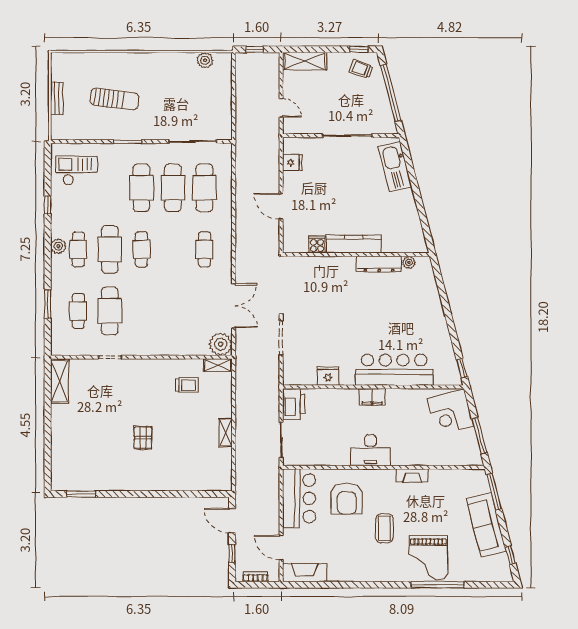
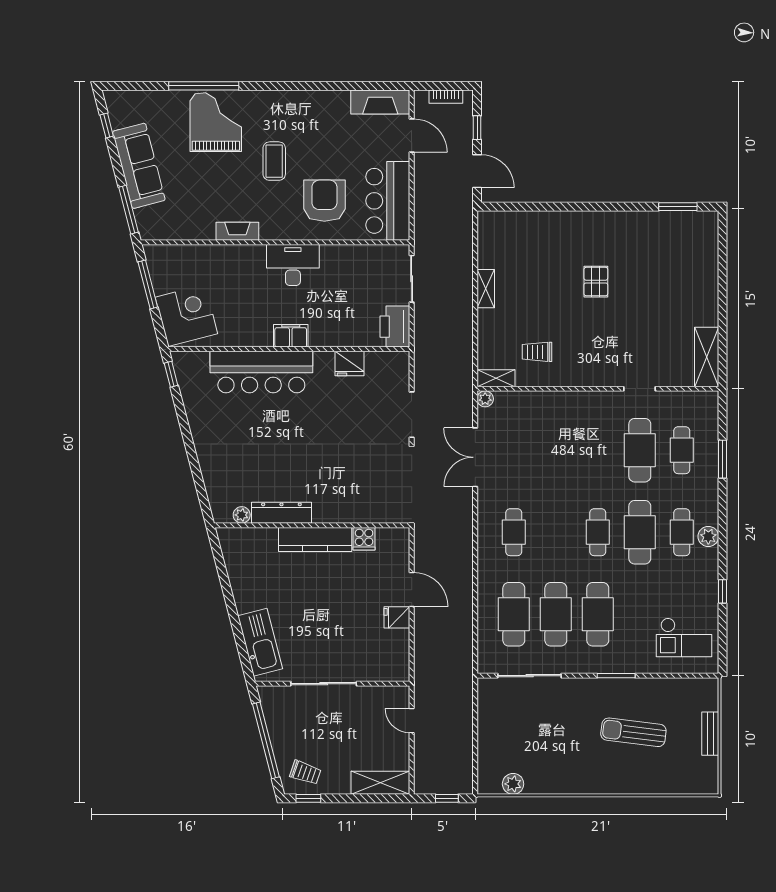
fridge: (292, 163) -> (397, 617), moved
plant: (221, 344) -> (485, 399), width x0.53, depth x0.53

